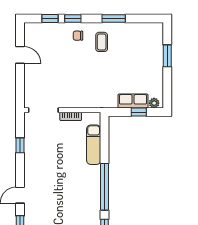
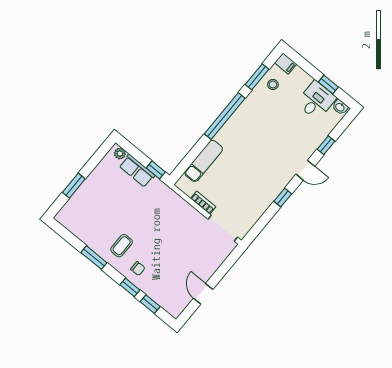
window: (139, 112) -> (156, 170), moved
window: (20, 145) -> (283, 198), moved

